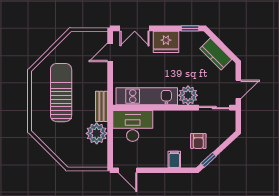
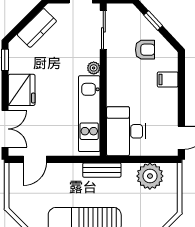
door: (110, 52) -> (35, 159), hinge flipped
plant: (188, 95) -> (94, 68), width x0.53, depth x0.53
plant: (97, 133) -> (150, 176), moved
window: (209, 160) -> (153, 20), moved

